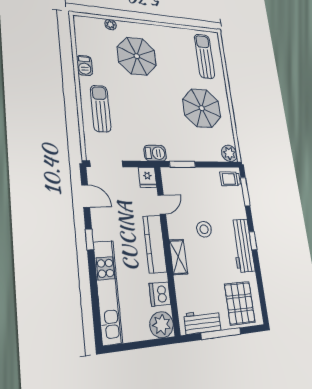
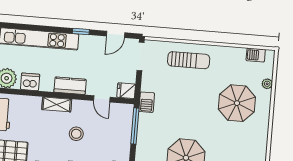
barbecue: (85, 65) -> (256, 55), moved
window: (182, 164) -> (135, 126), width x1.44
kitchen counter: (155, 244) -> (70, 86), width x0.67

